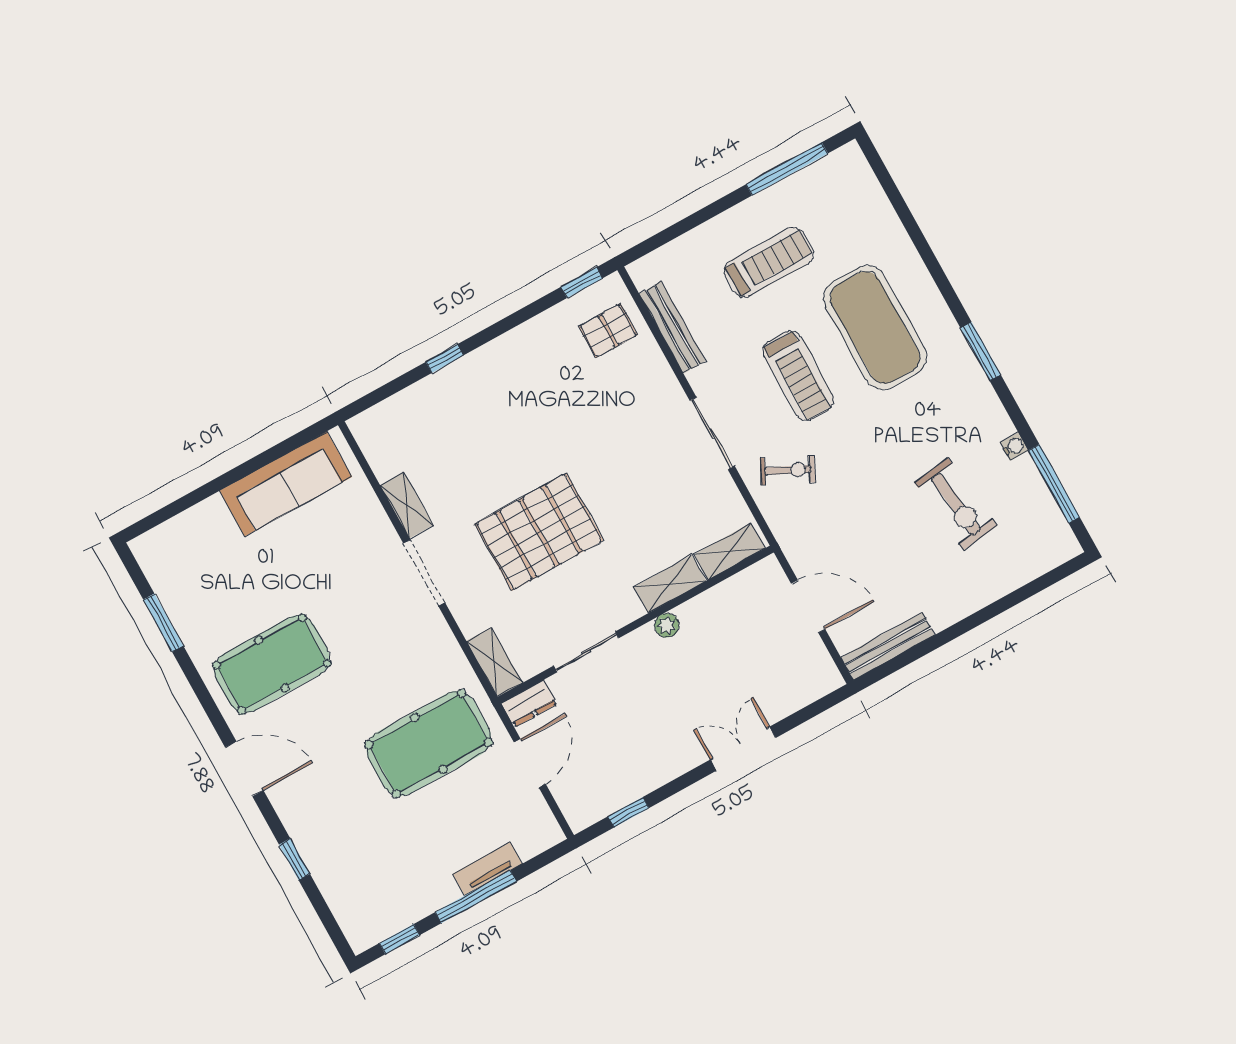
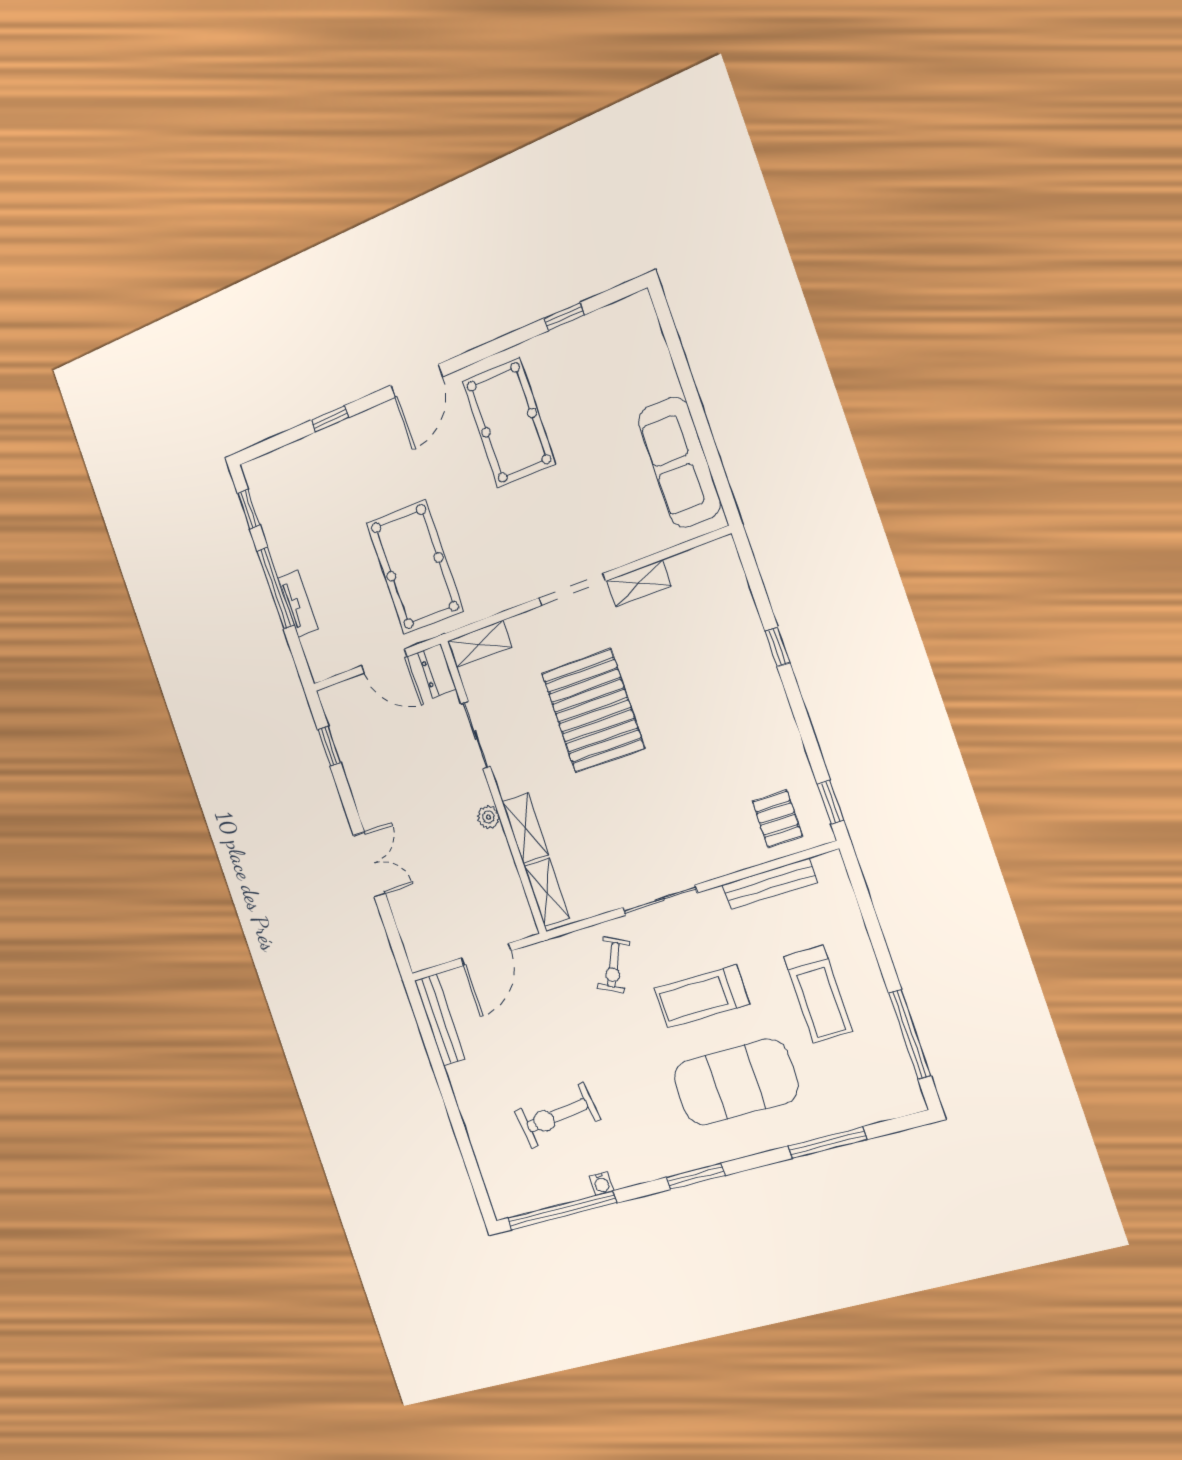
window: (912, 228) -> (827, 1143), added
window: (1054, 484) -> (562, 1211), width x1.46
window: (163, 623) -> (564, 317), width x0.67

